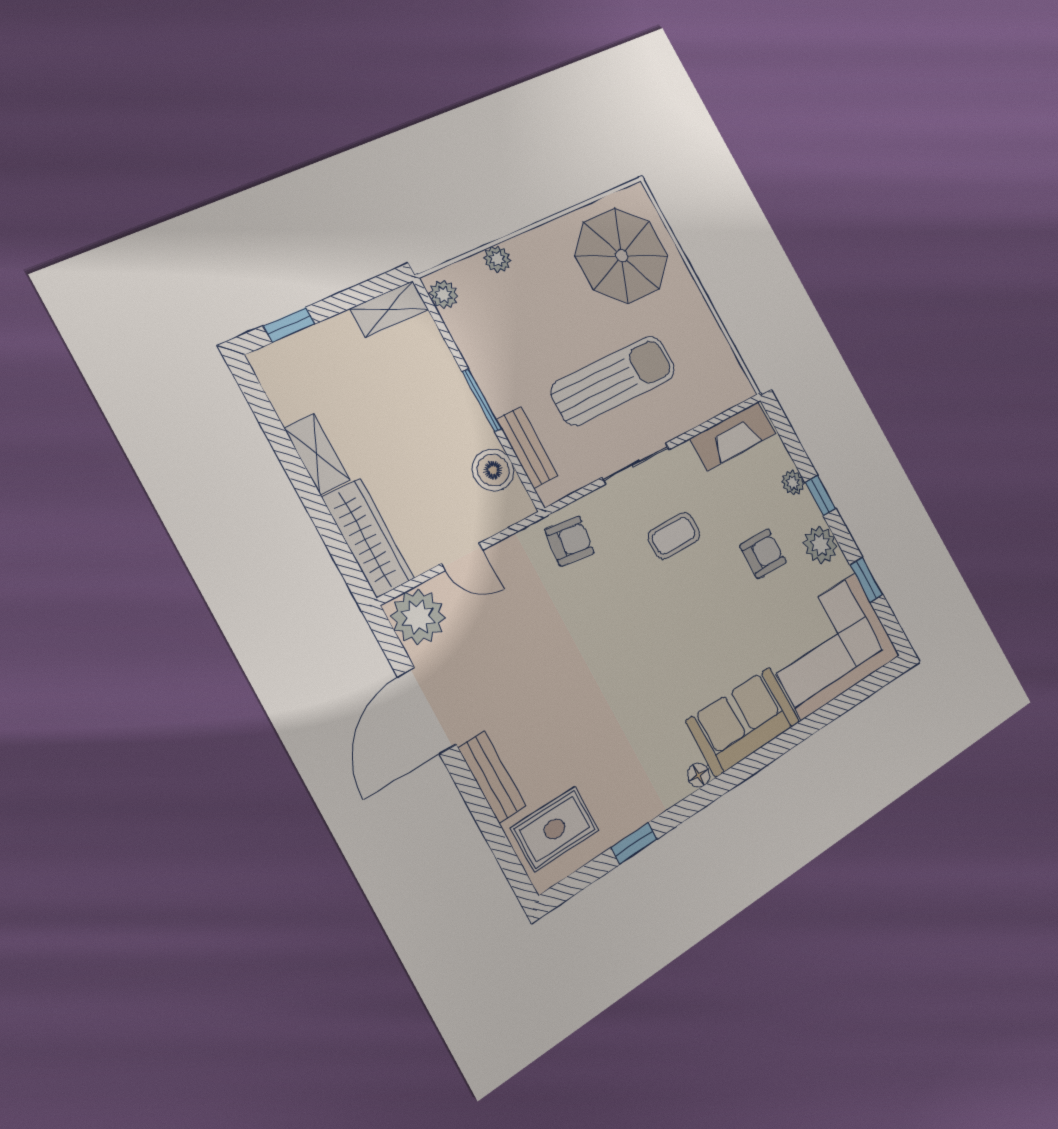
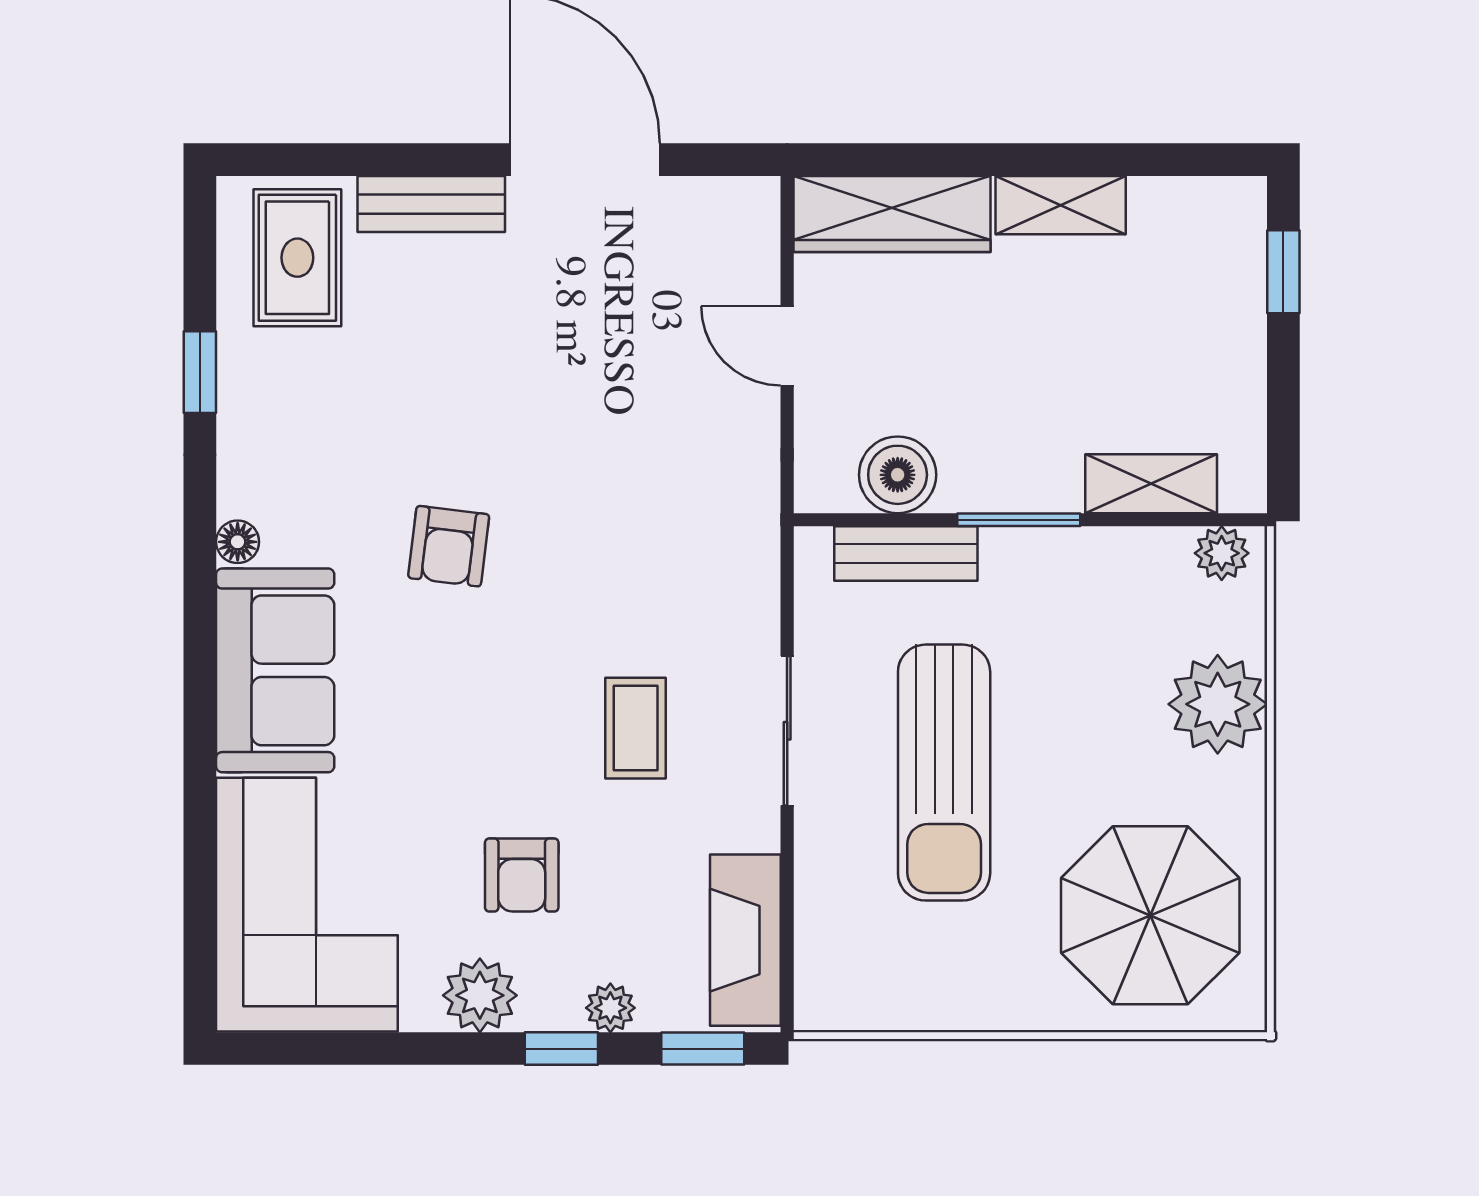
plant: (497, 259) -> (1218, 704), width x1.88, depth x1.88
shelving: (389, 309) -> (1151, 484), moved, turned 90
armchair: (569, 541) -> (449, 546), moved
door: (462, 557) -> (787, 346), hinge flipped
window: (866, 580) -> (703, 1049), moved
plant: (418, 617) -> (732, 224), removed

